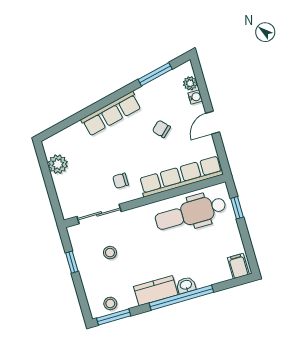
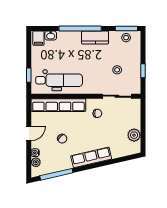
window: (155, 74) -> (56, 174), width x1.44
washbasin: (186, 285) -> (51, 35), moved

